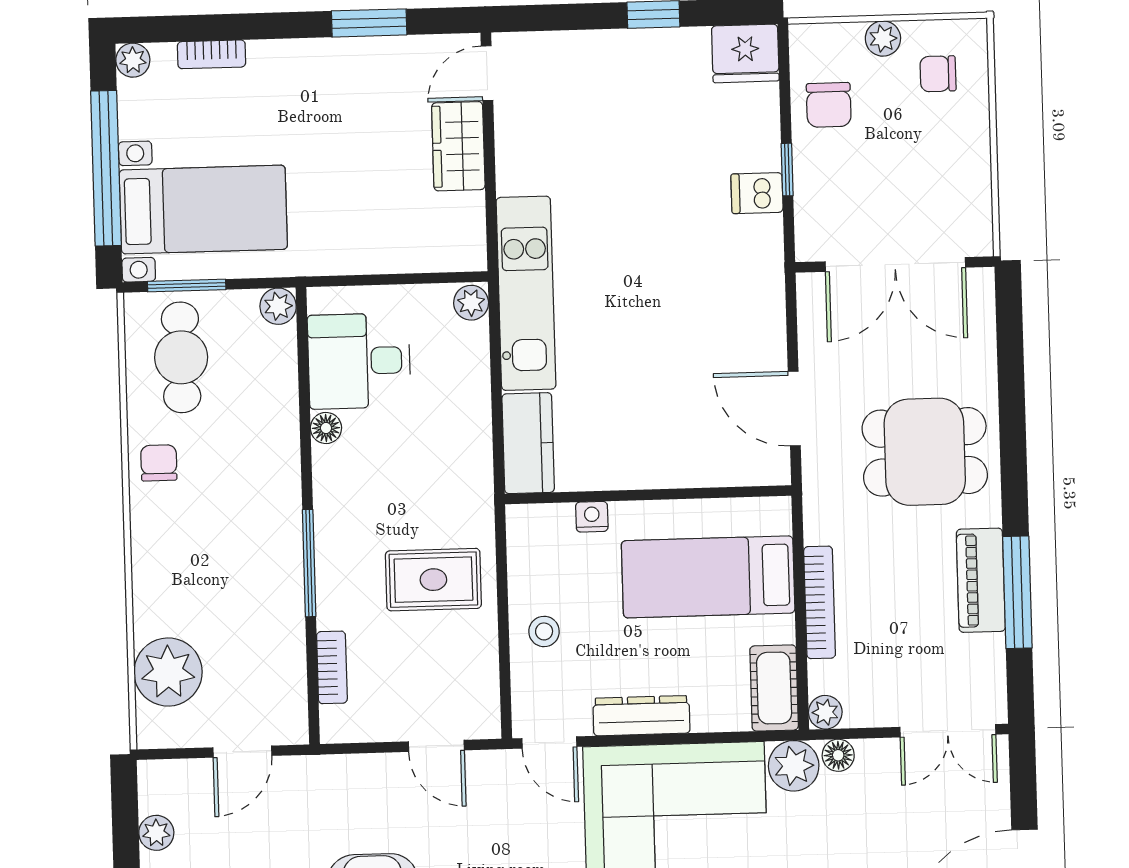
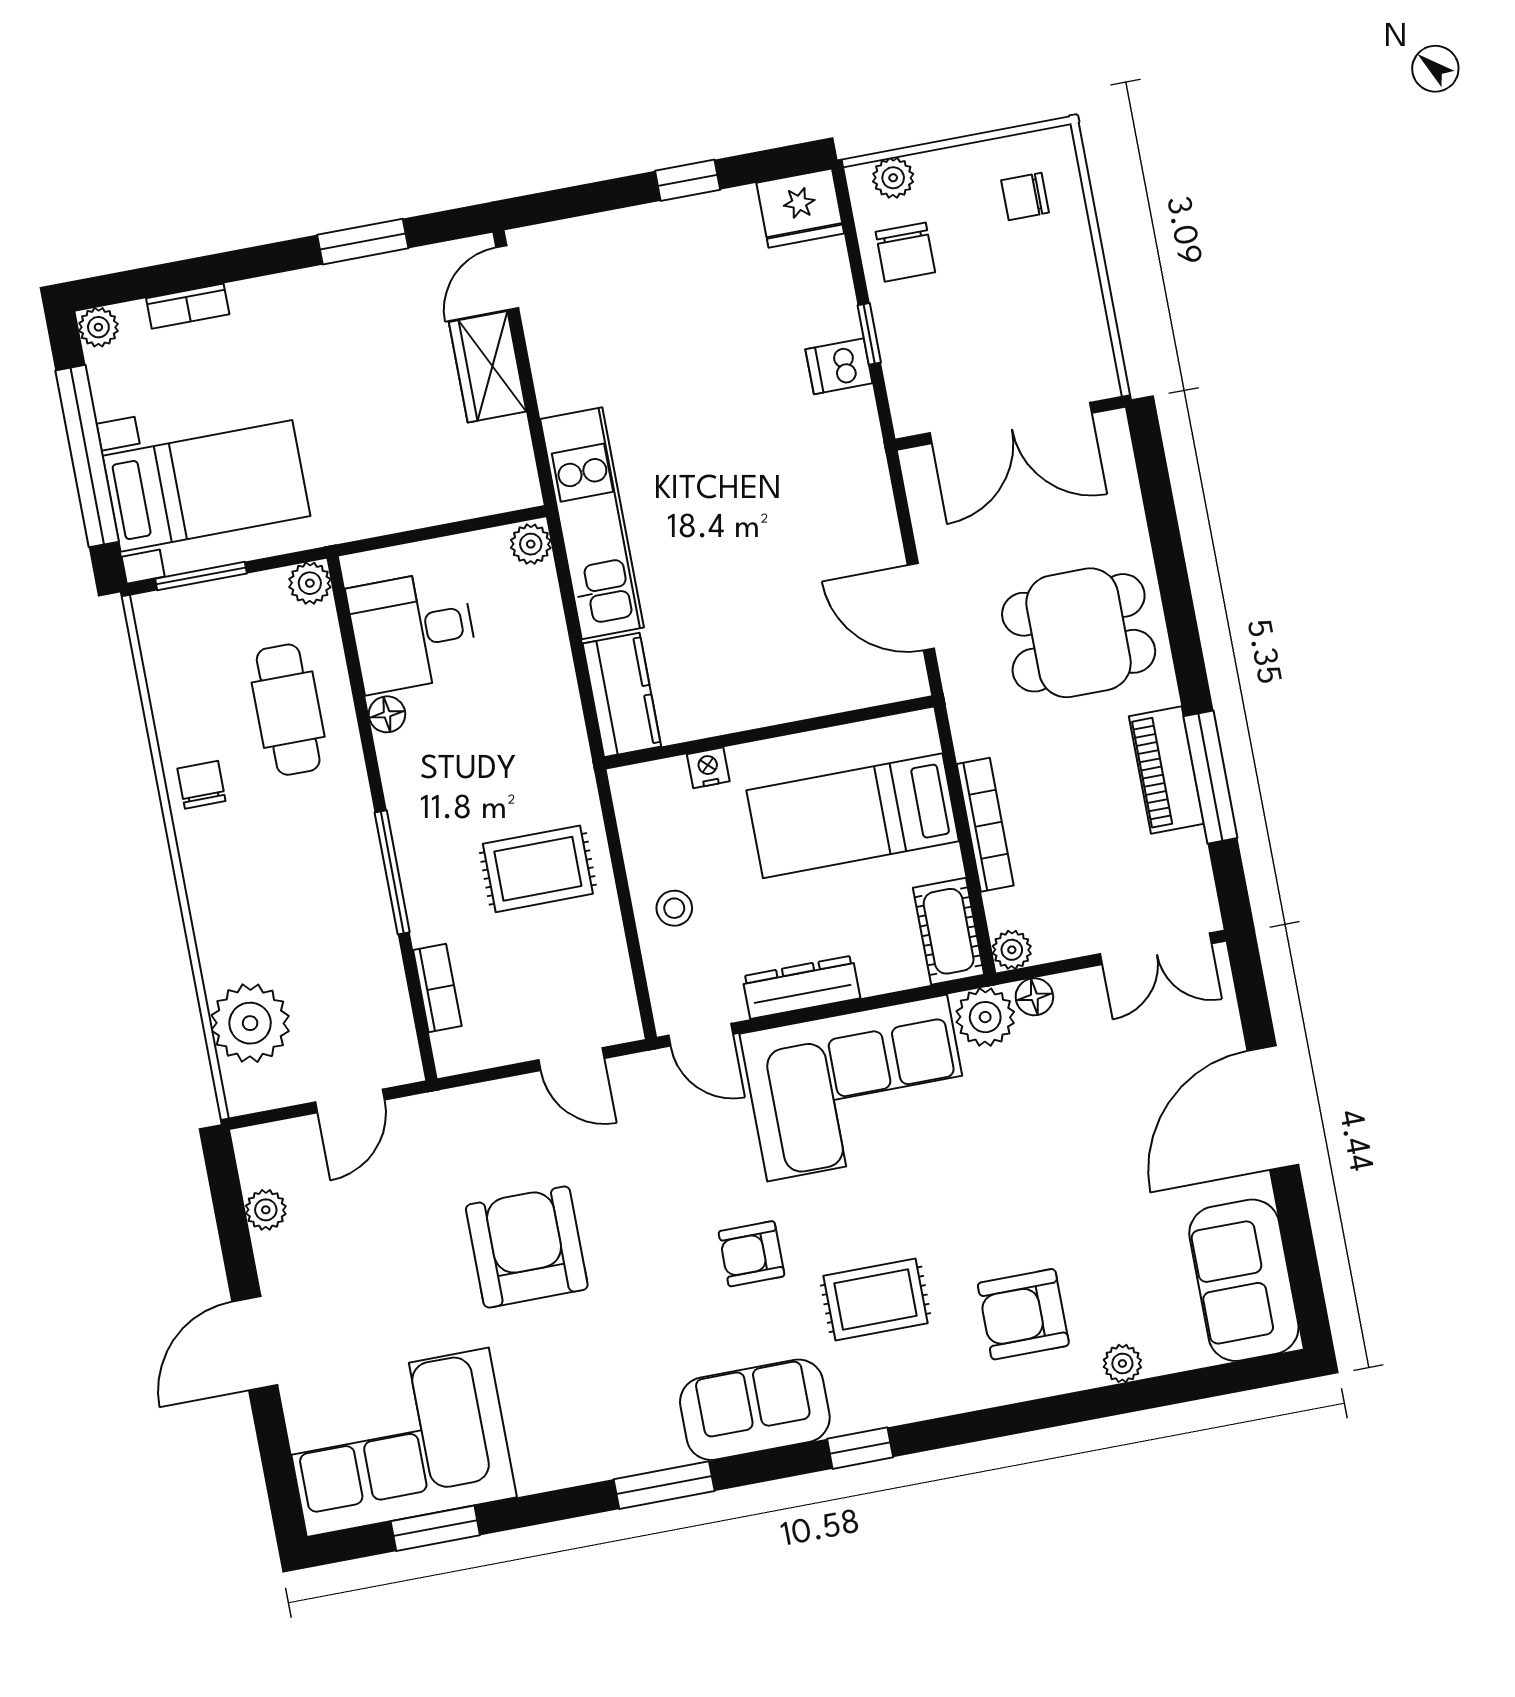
plant: (883, 39) -> (893, 178), moved
cafe table: (181, 357) -> (288, 710), moved

